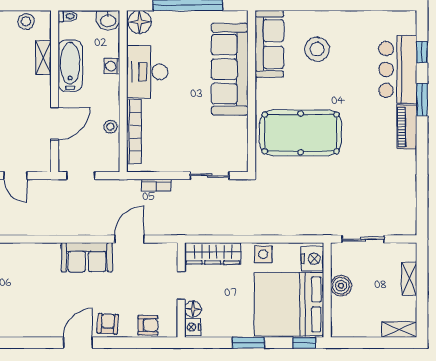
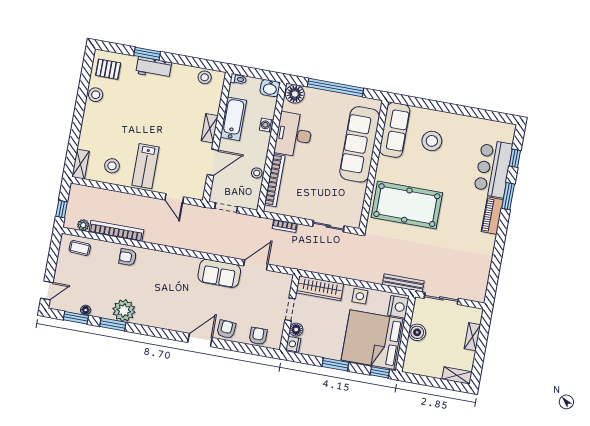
shelving: (43, 58) -> (210, 128), moved
bench: (313, 228) -> (403, 283), added
armchair: (148, 325) -> (258, 336), turned -90

